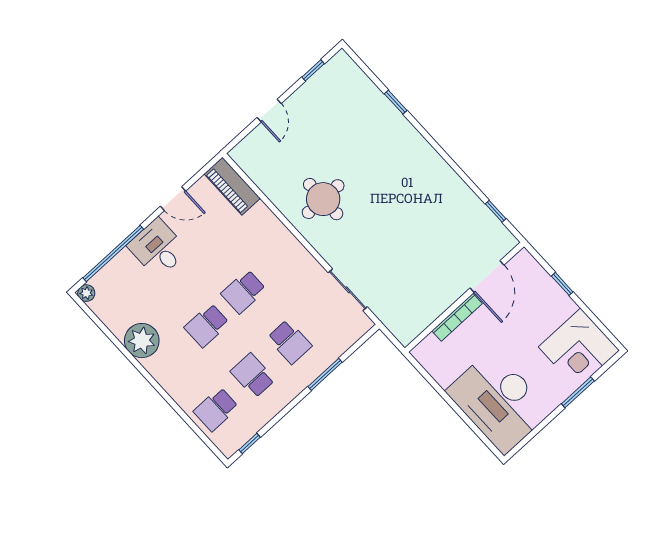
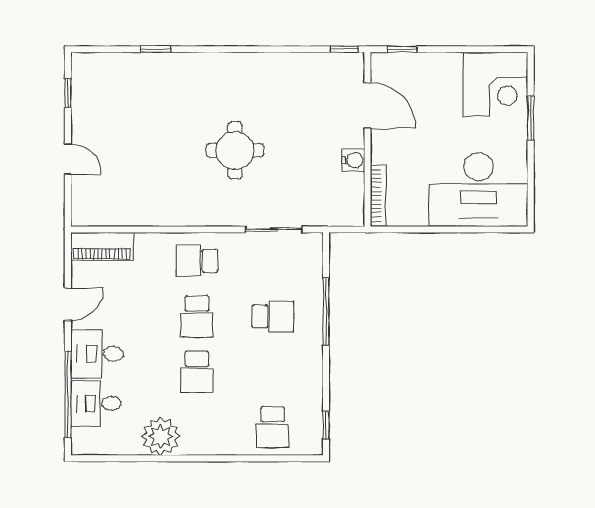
round table: (323, 199) -> (235, 150), moved
window: (496, 211) -> (344, 49), moved
desk: (124, 278) -> (96, 403), added
window: (562, 284) -> (402, 49), moved
plant: (86, 293) -> (80, 446), removed
water cooler: (442, 300) -> (353, 160), added
bookcase: (457, 317) -> (378, 195), moved
window: (325, 374) -> (326, 312), width x1.44
school desk: (253, 376) -> (197, 261), moved

